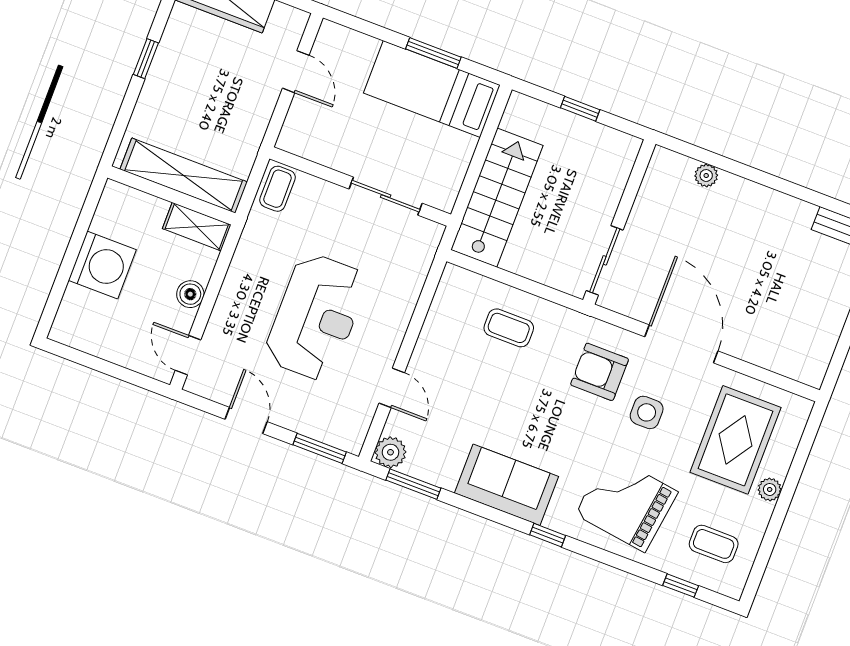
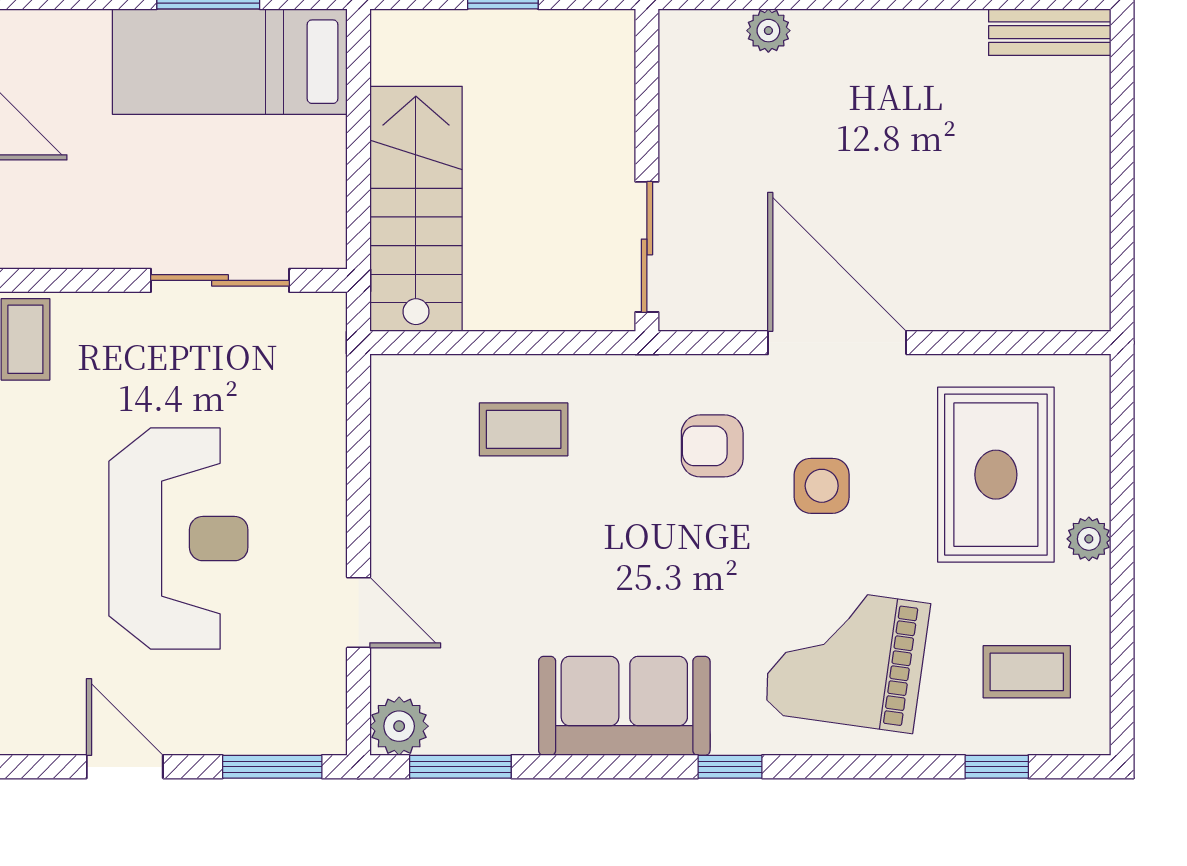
armchair: (600, 372) -> (712, 446), width x0.72, depth x0.72

